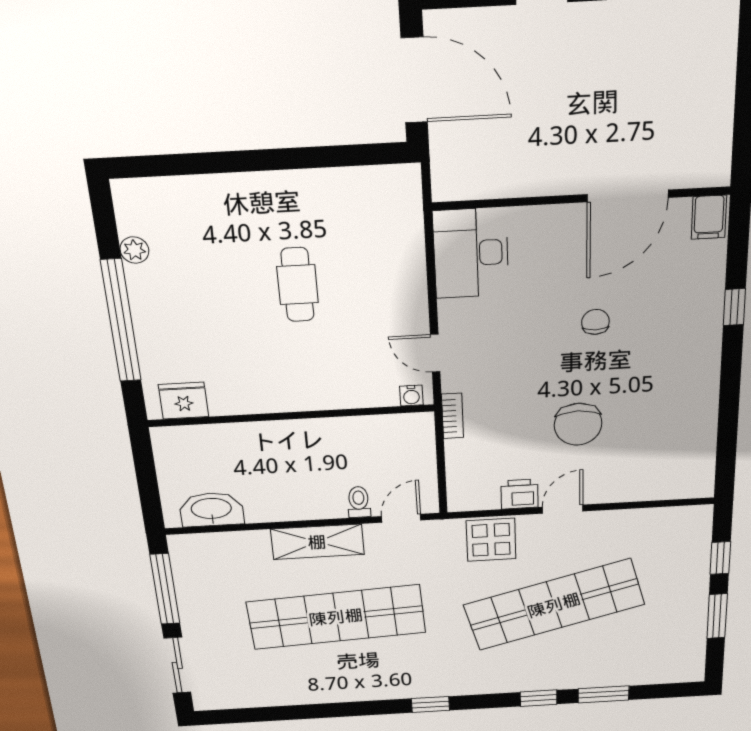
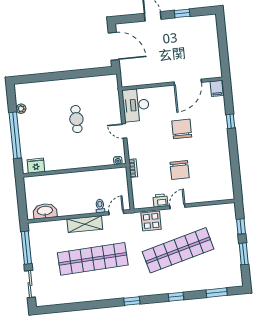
chair: (595, 322) -> (182, 129), width x1.87, depth x1.87
door: (435, 353) -> (124, 131), moved
window: (604, 694) -> (217, 293), moved

